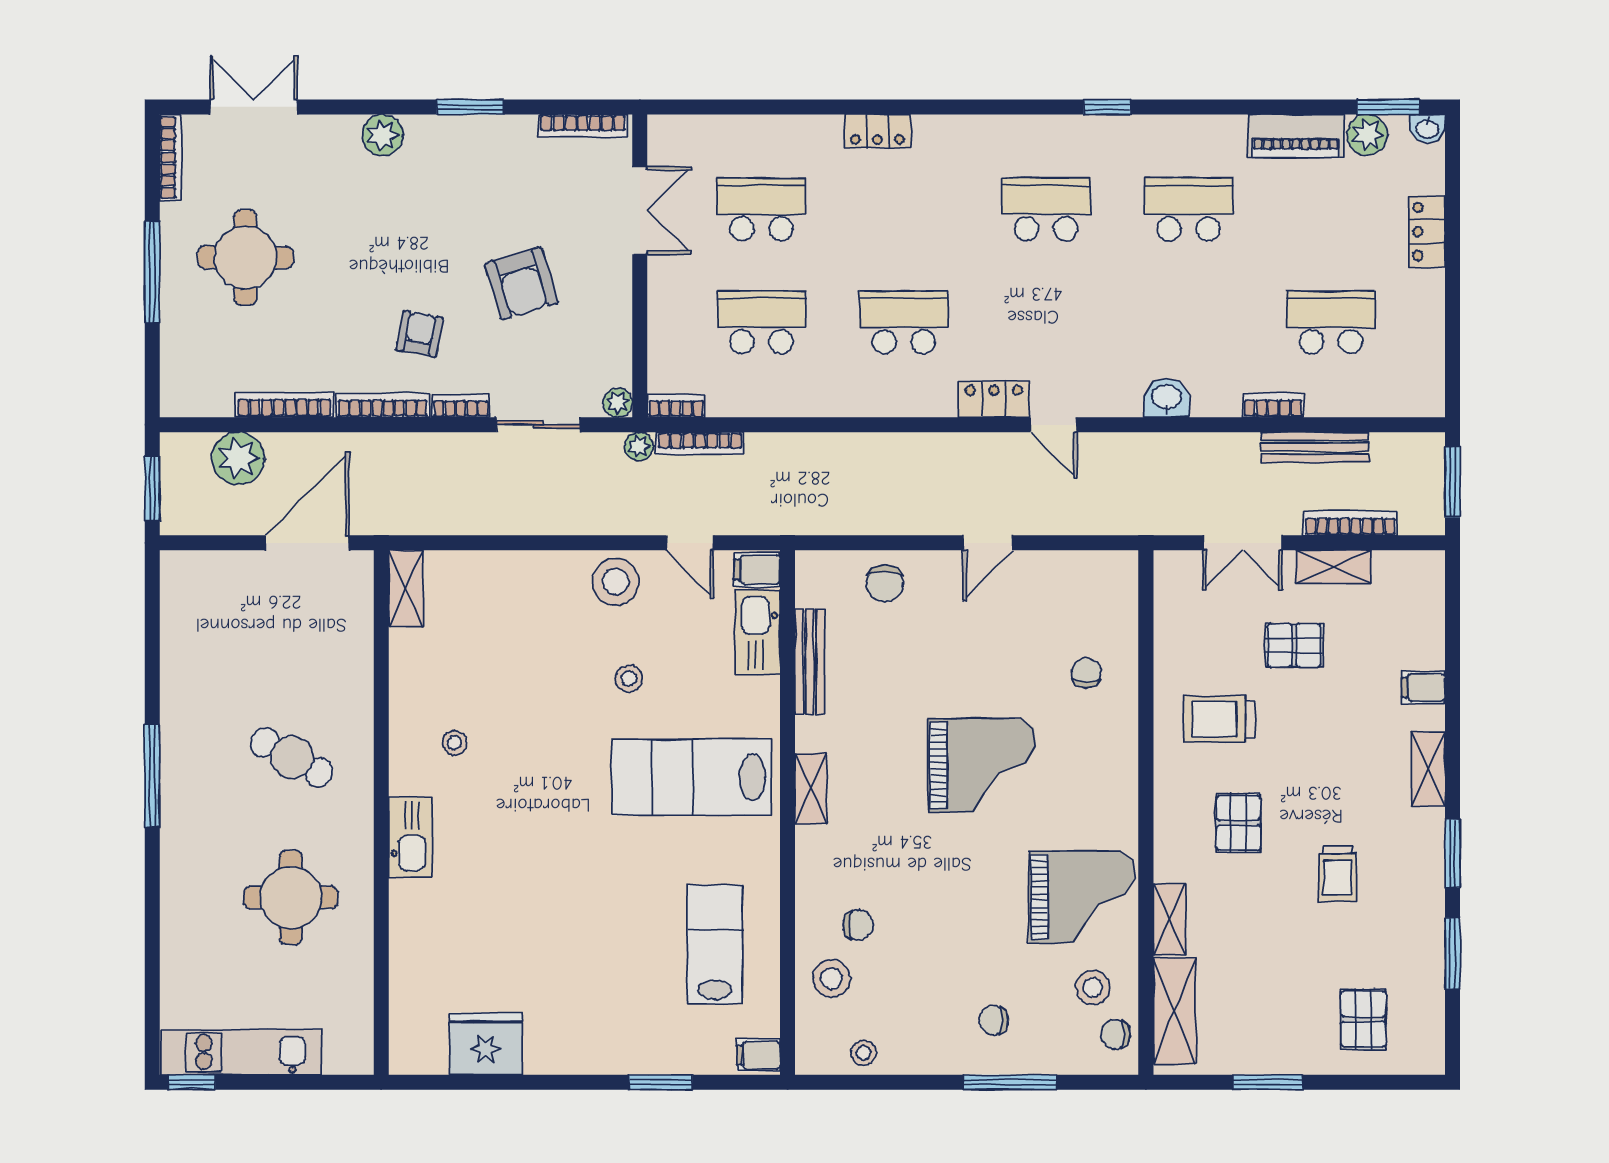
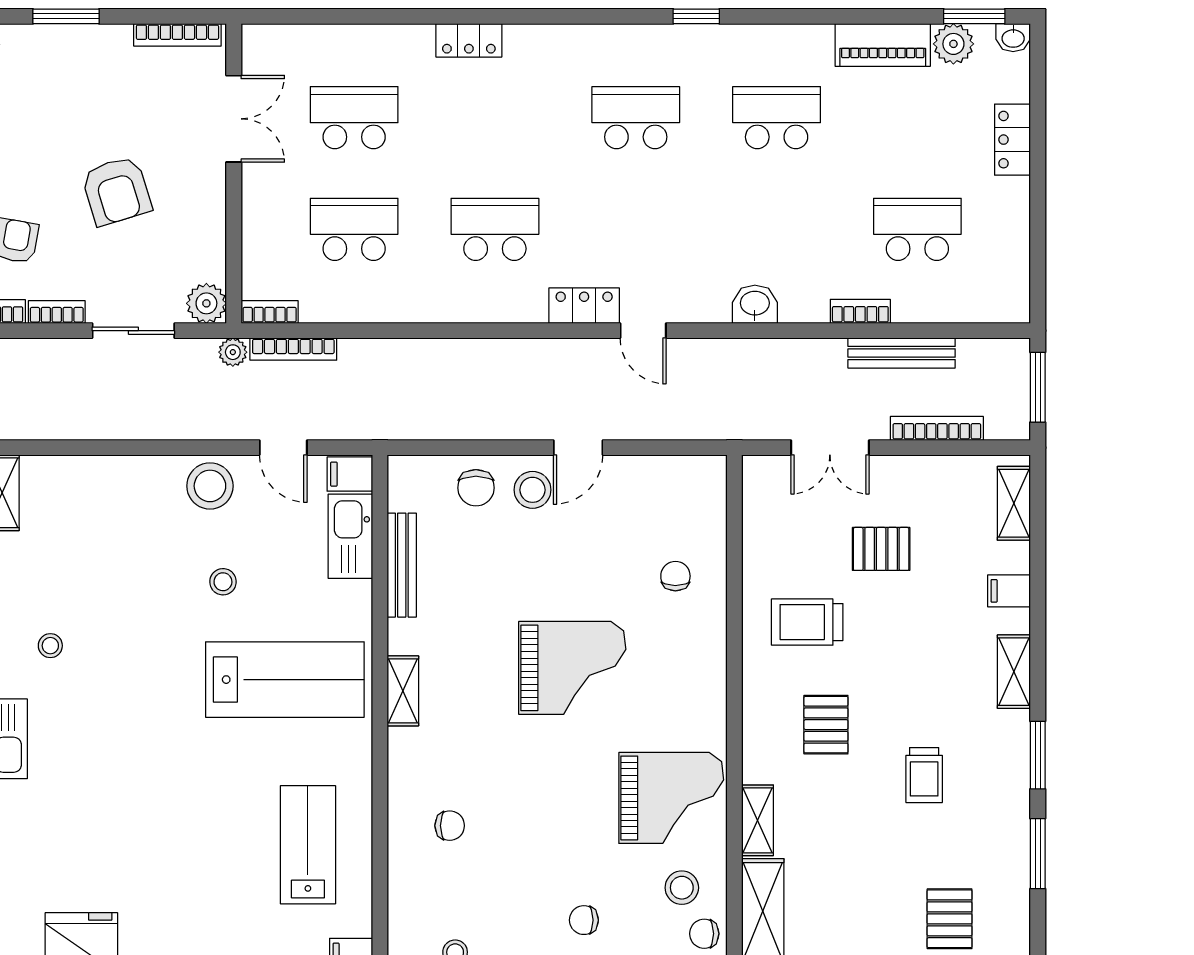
plant: (618, 403) -> (206, 303), width x1.38, depth x1.38
shelving: (1334, 567) -> (1014, 503), moved, turned 90
lab bench: (691, 777) -> (285, 680), turned 180
stool: (831, 978) -> (532, 490), moved

